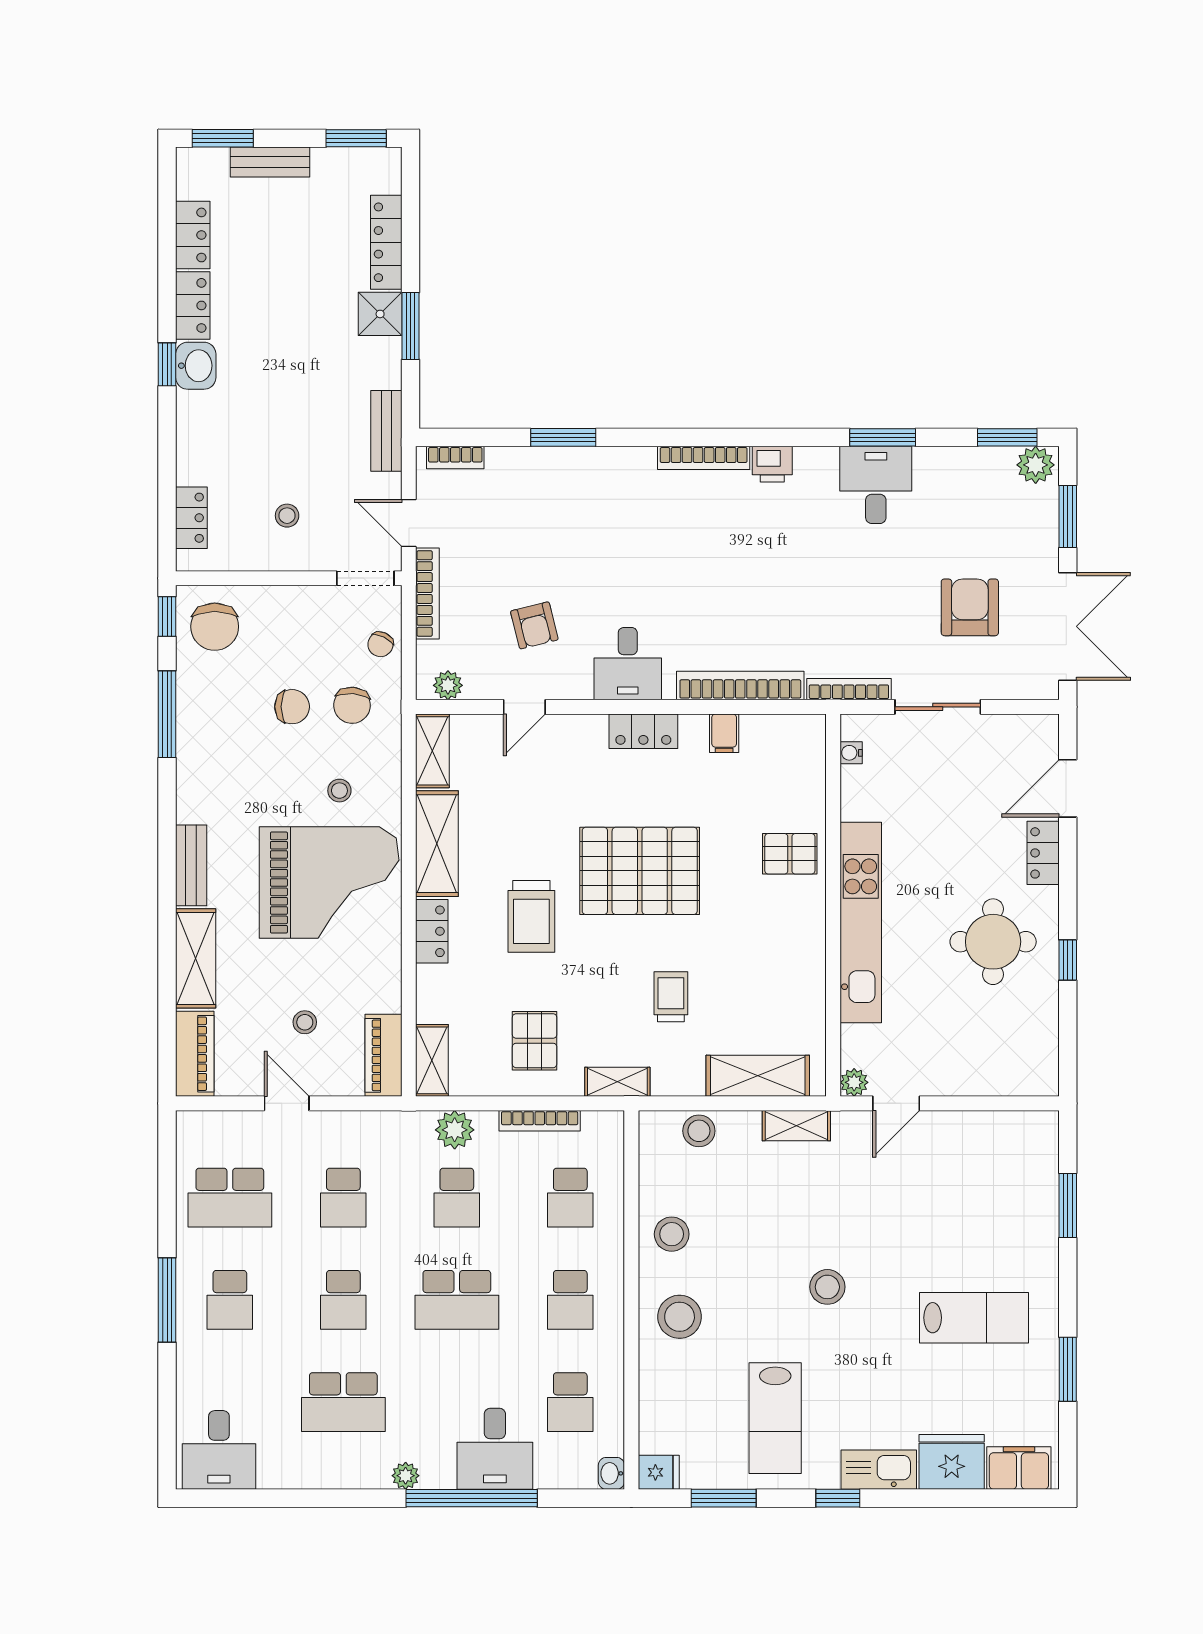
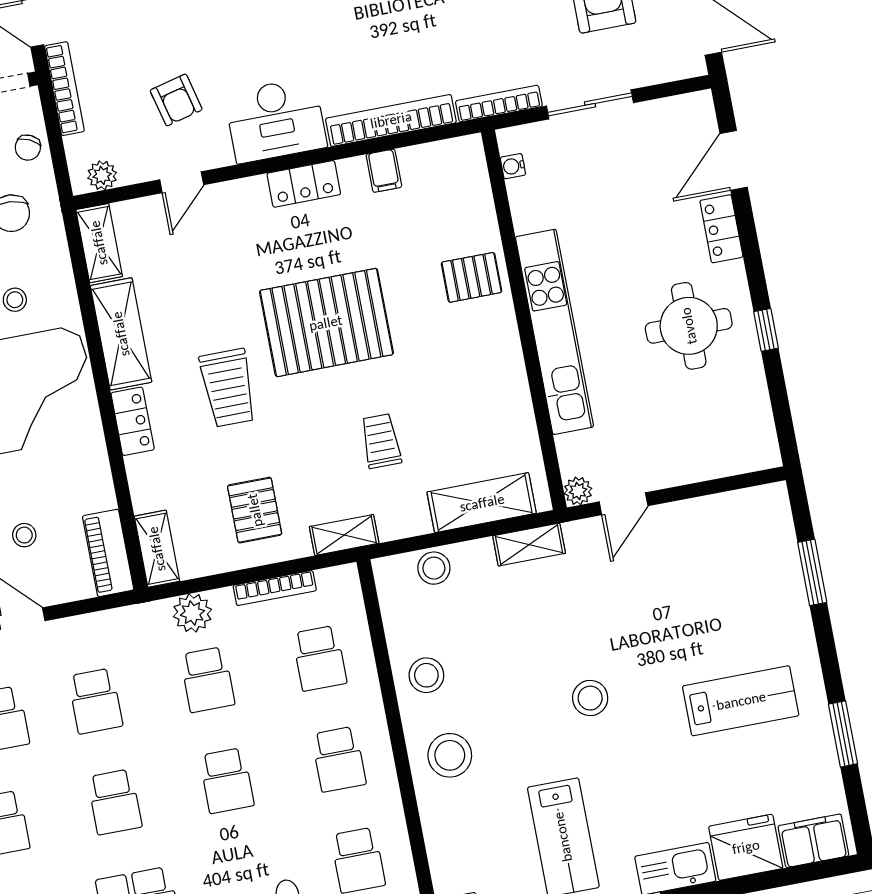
desk: (628, 664) -> (276, 120), width x1.37
school desk: (457, 1300) -> (227, 781), width x0.54

